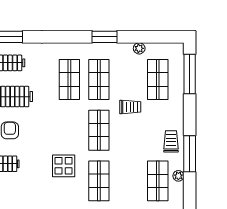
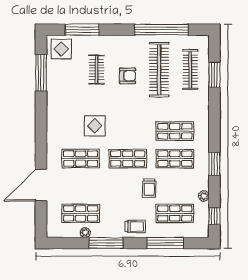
window: (161, 37) -> (214, 216), added
window: (190, 74) -> (165, 243), moved
trolley: (171, 141) -> (135, 226), moved

